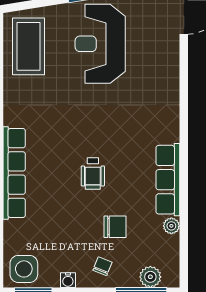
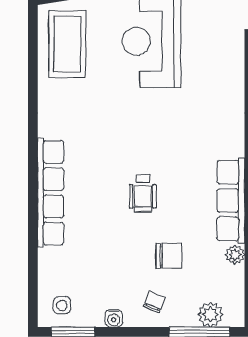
side table: (24, 269) -> (62, 305), width x0.54, depth x0.54

